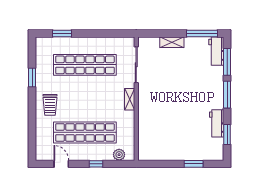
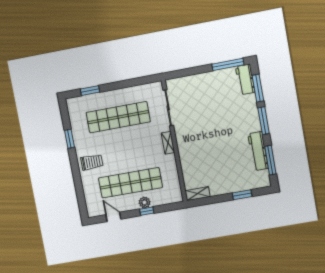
shelving: (172, 42) -> (198, 194), moved
trolley: (50, 105) -> (92, 162), turned -90
workbench: (217, 123) -> (258, 151), width x1.38
window: (227, 135) -> (270, 160), width x1.44
plant: (119, 155) -> (145, 202), moved

